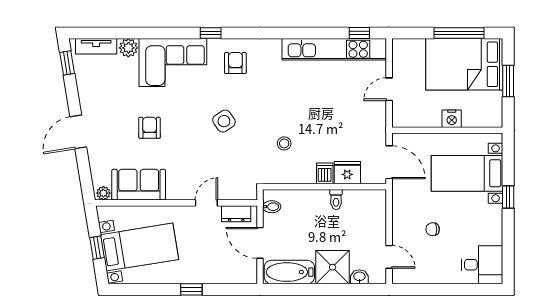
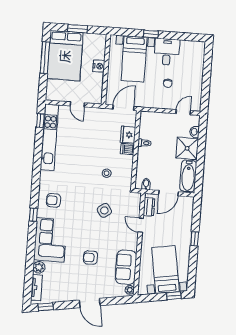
side table: (224, 121) -> (104, 210), moved
window: (97, 248) -> (174, 296), moved
desk: (482, 265) -> (167, 52), moved

